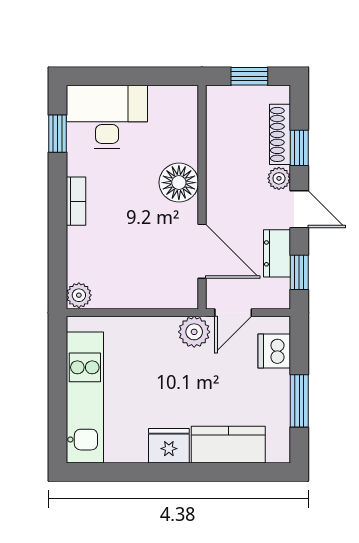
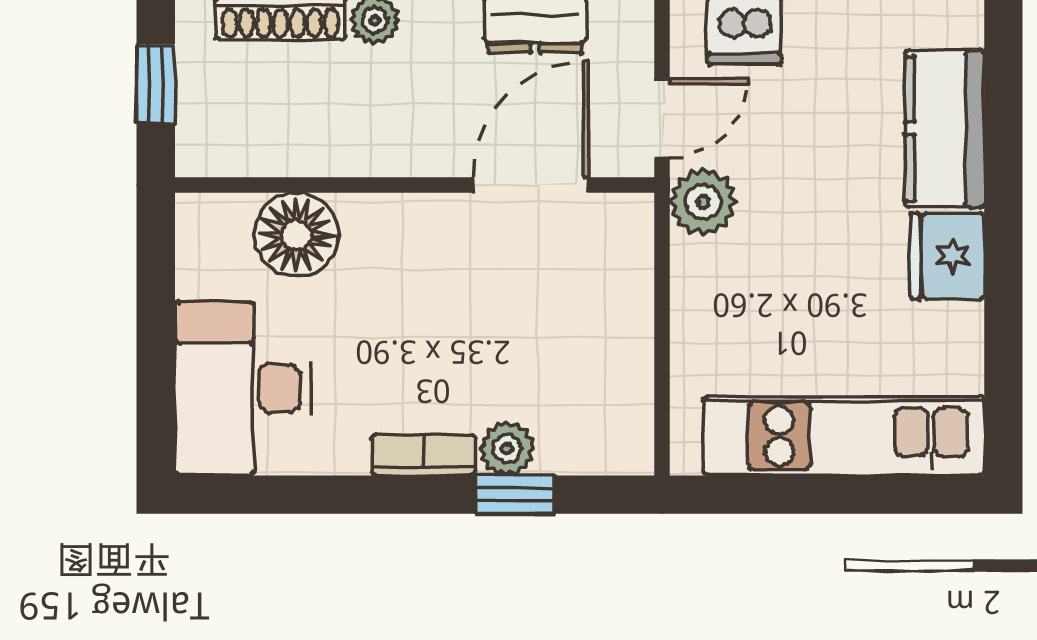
window: (57, 134) -> (515, 495), moved
floor lamp: (179, 183) -> (296, 235), moved
plant: (79, 295) -> (507, 449), moved
door: (233, 313) -> (662, 118), hinge flipped

